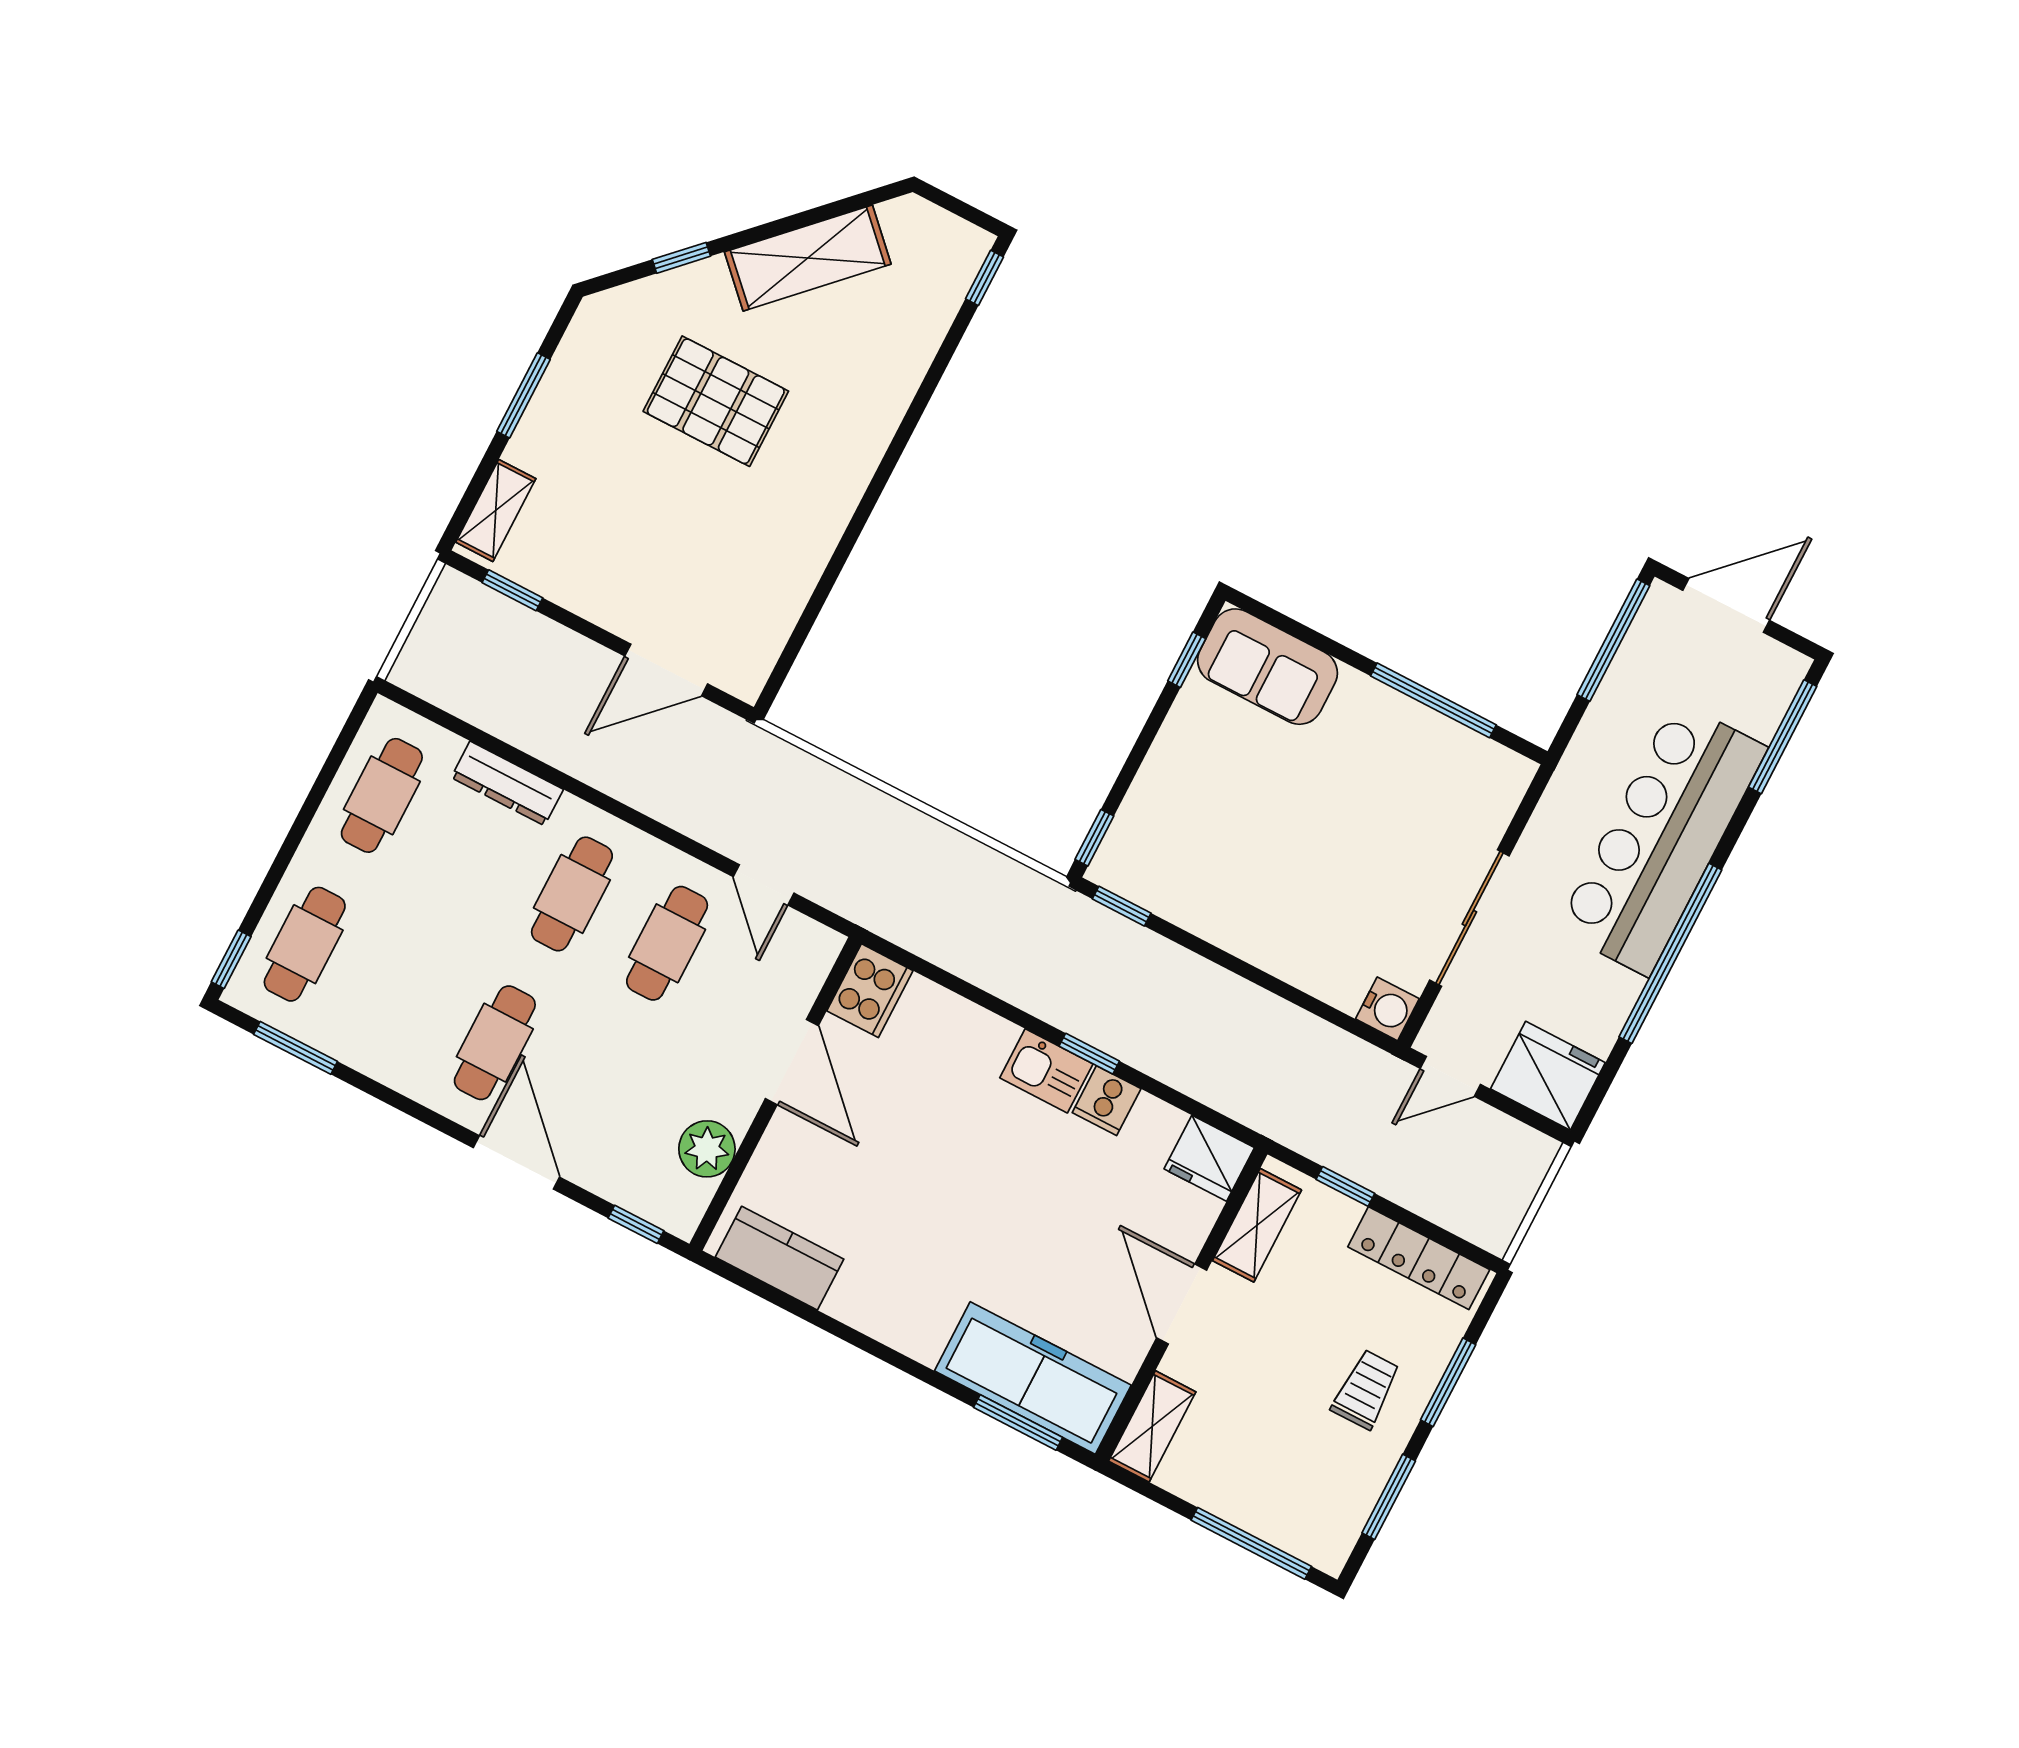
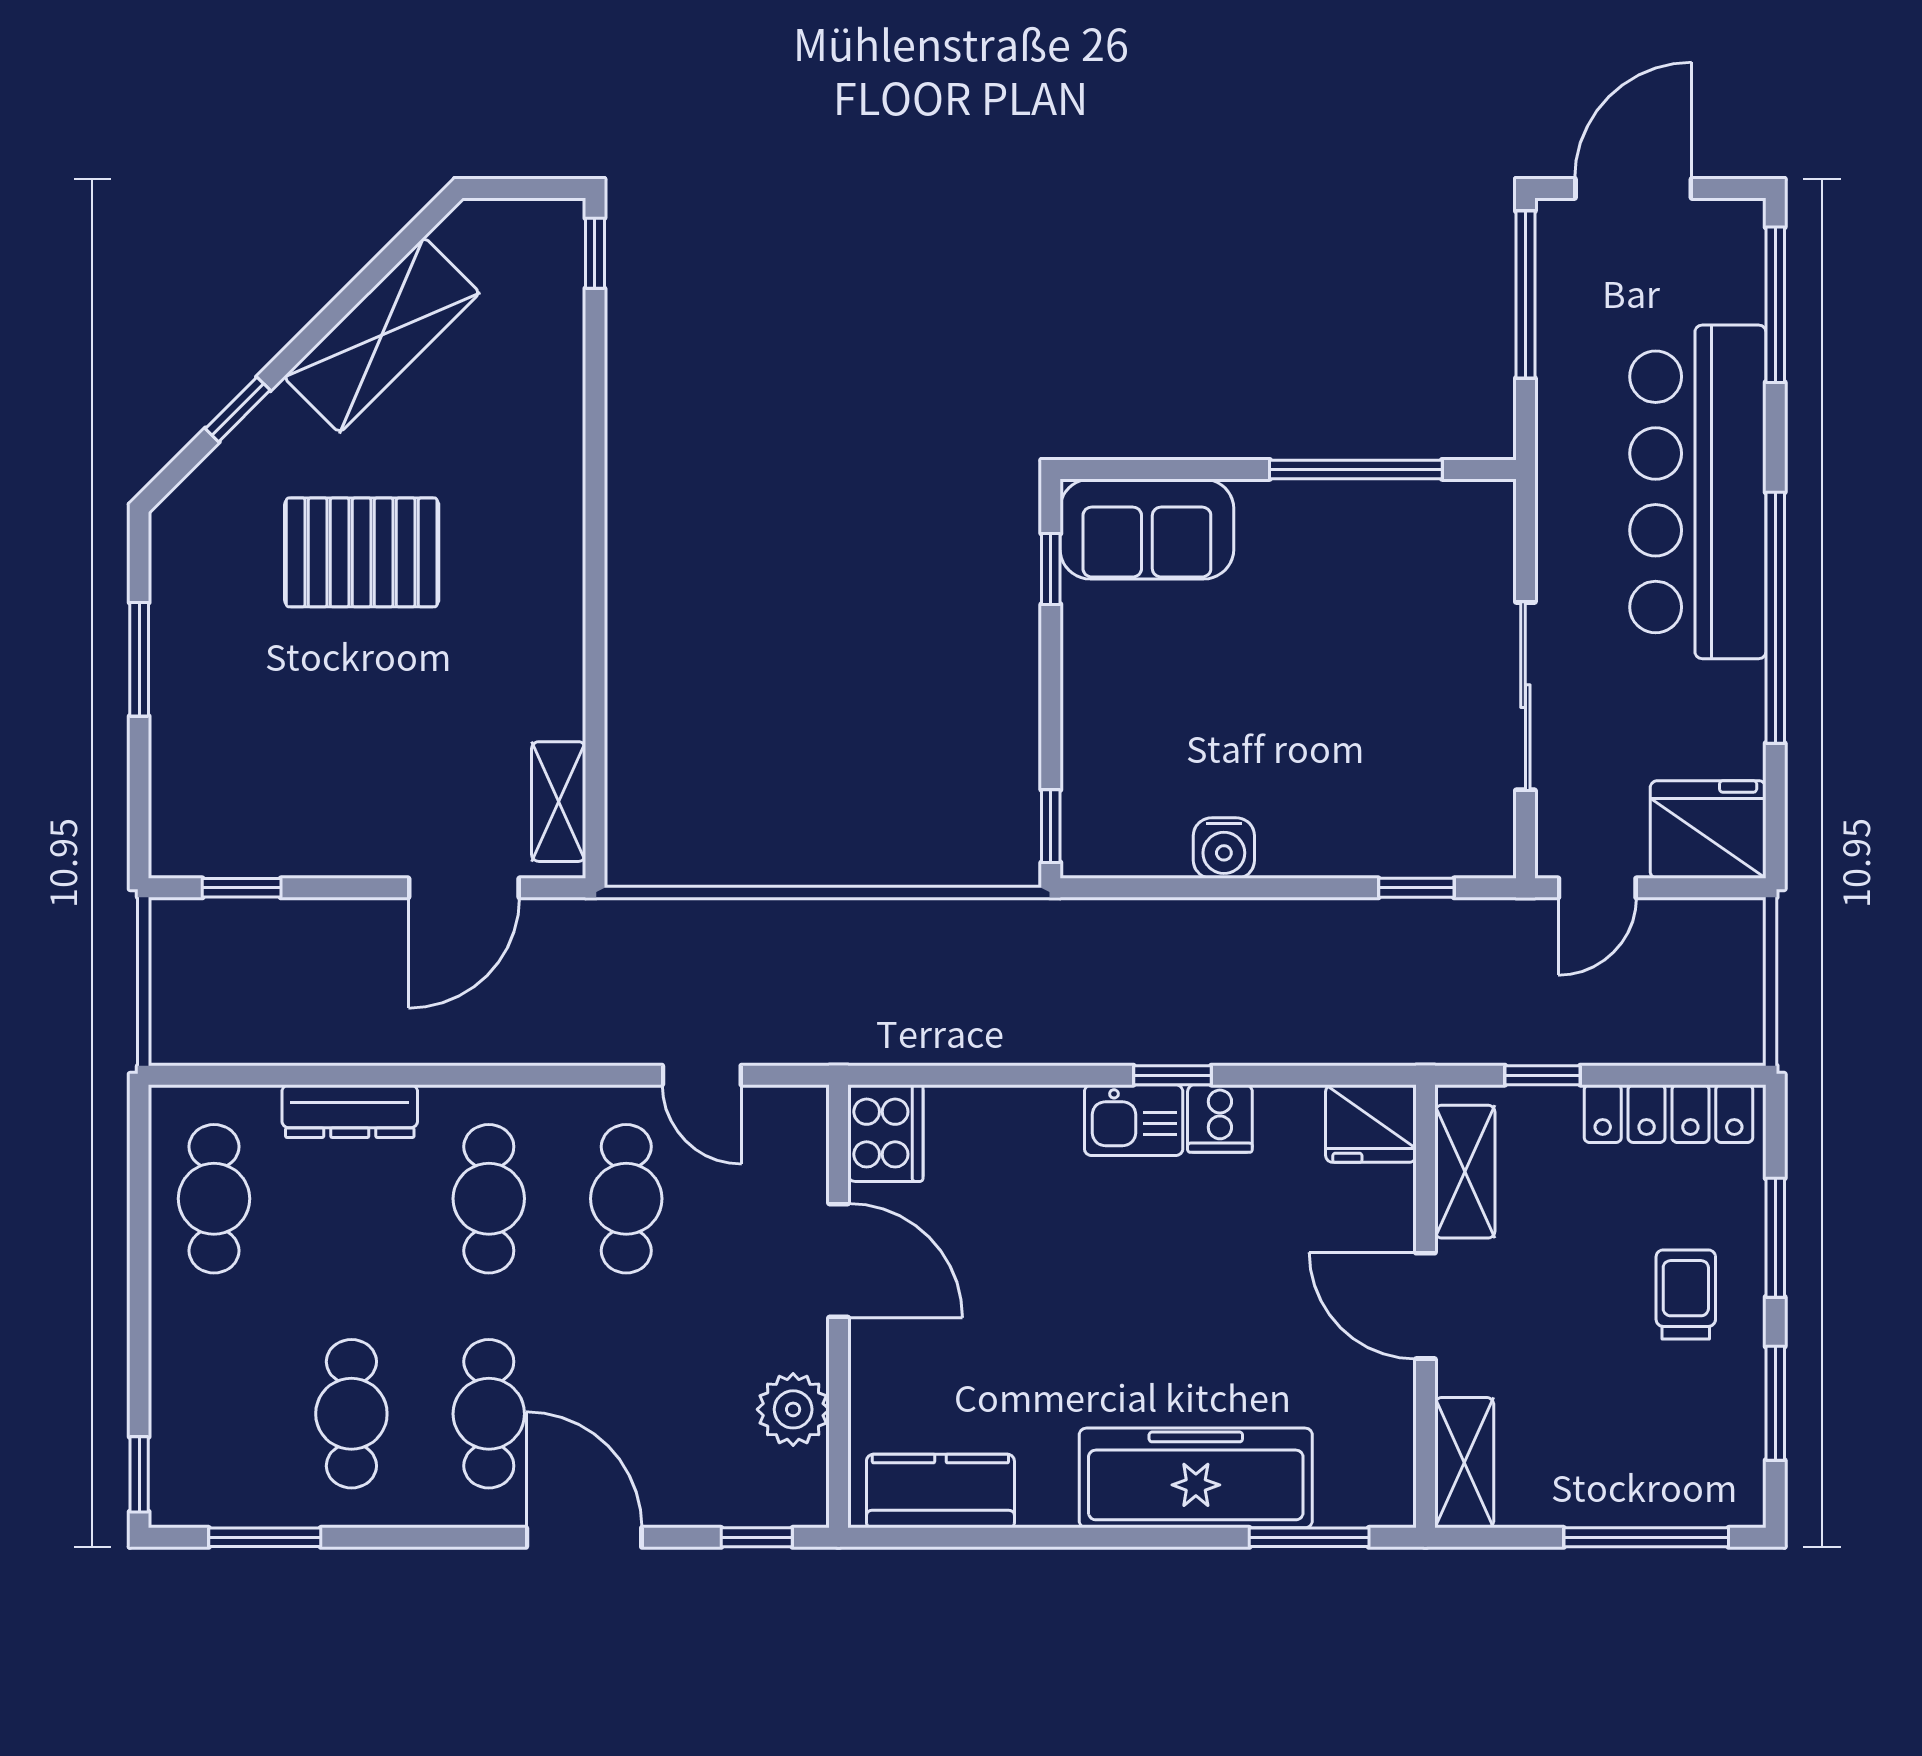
shelving: (496, 510) -> (559, 802), moved
window: (1122, 906) -> (1416, 888), moved
cafe table: (305, 944) -> (351, 1414), moved
water cooler: (1387, 1009) -> (1224, 848), moved, turned 90
freezer: (1033, 1378) -> (1196, 1478), moved

